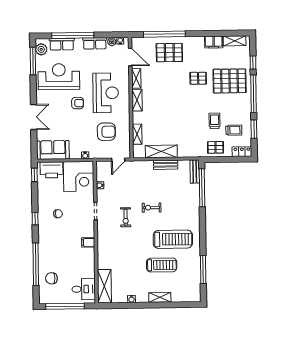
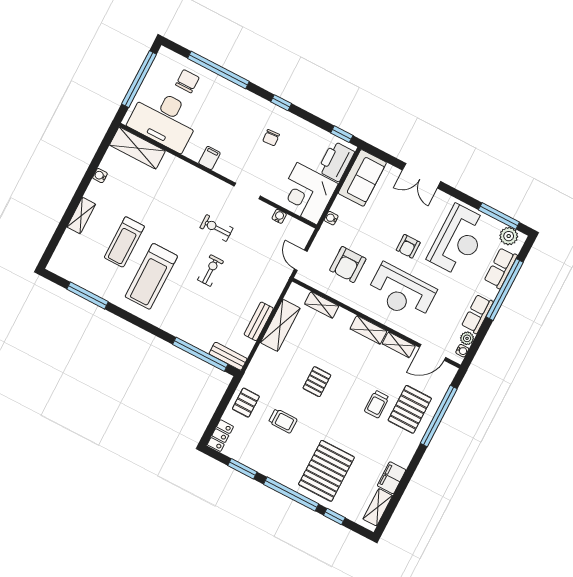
pallet: (198, 78) -> (317, 382), moved
trolley: (234, 130) -> (377, 404), moved
desk: (84, 289) -> (164, 119), width x1.87, depth x1.30

